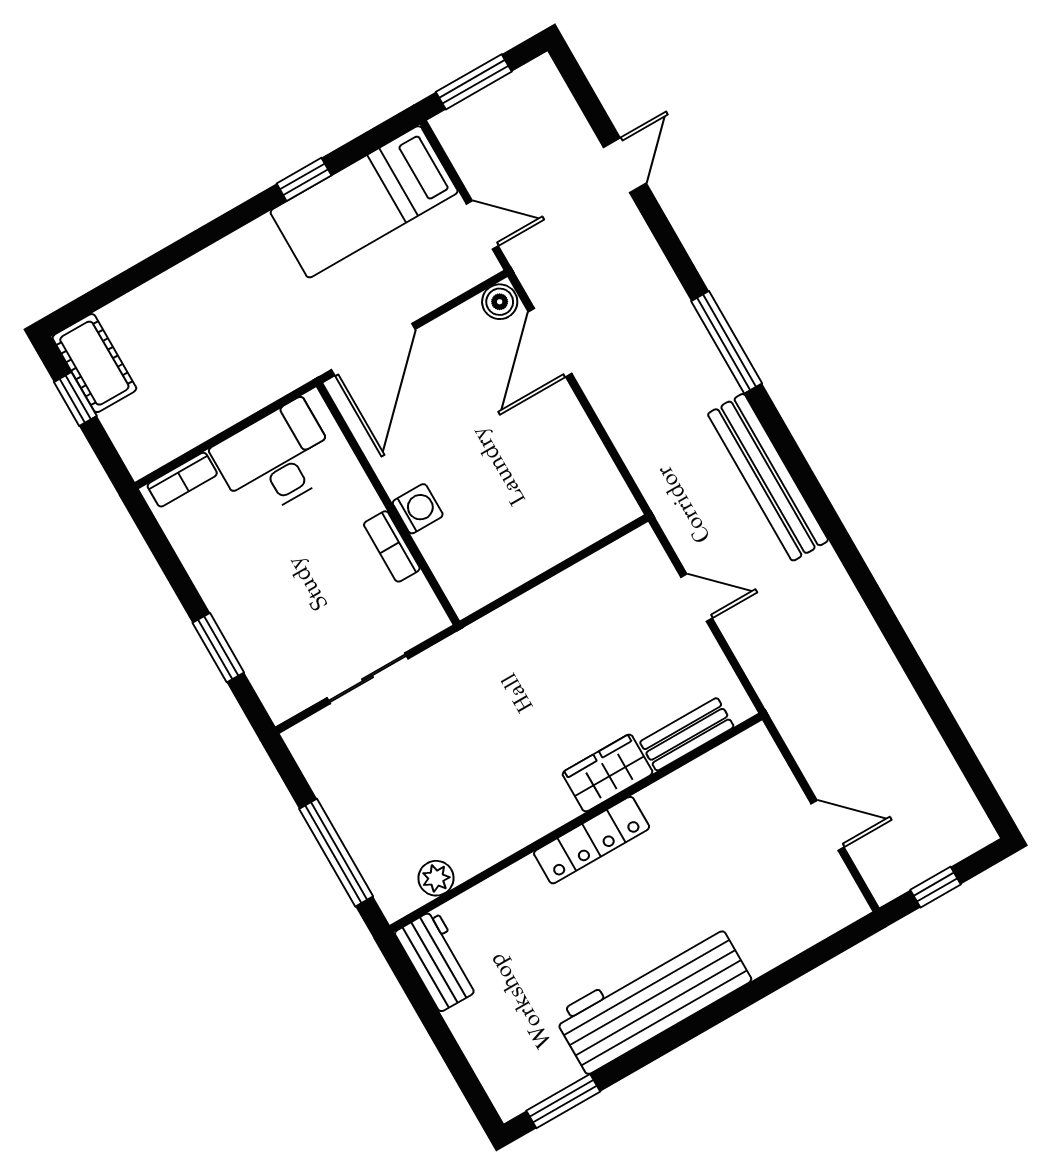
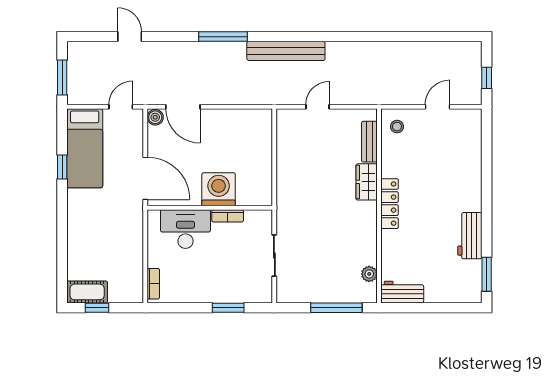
desk: (276, 459) -> (185, 229), moved, turned 90
washing machine: (418, 509) -> (219, 189), width x1.89, depth x1.89
stool: (746, 770) -> (397, 127), added
workbench: (653, 998) -> (470, 236), width x0.53, depth x0.76

